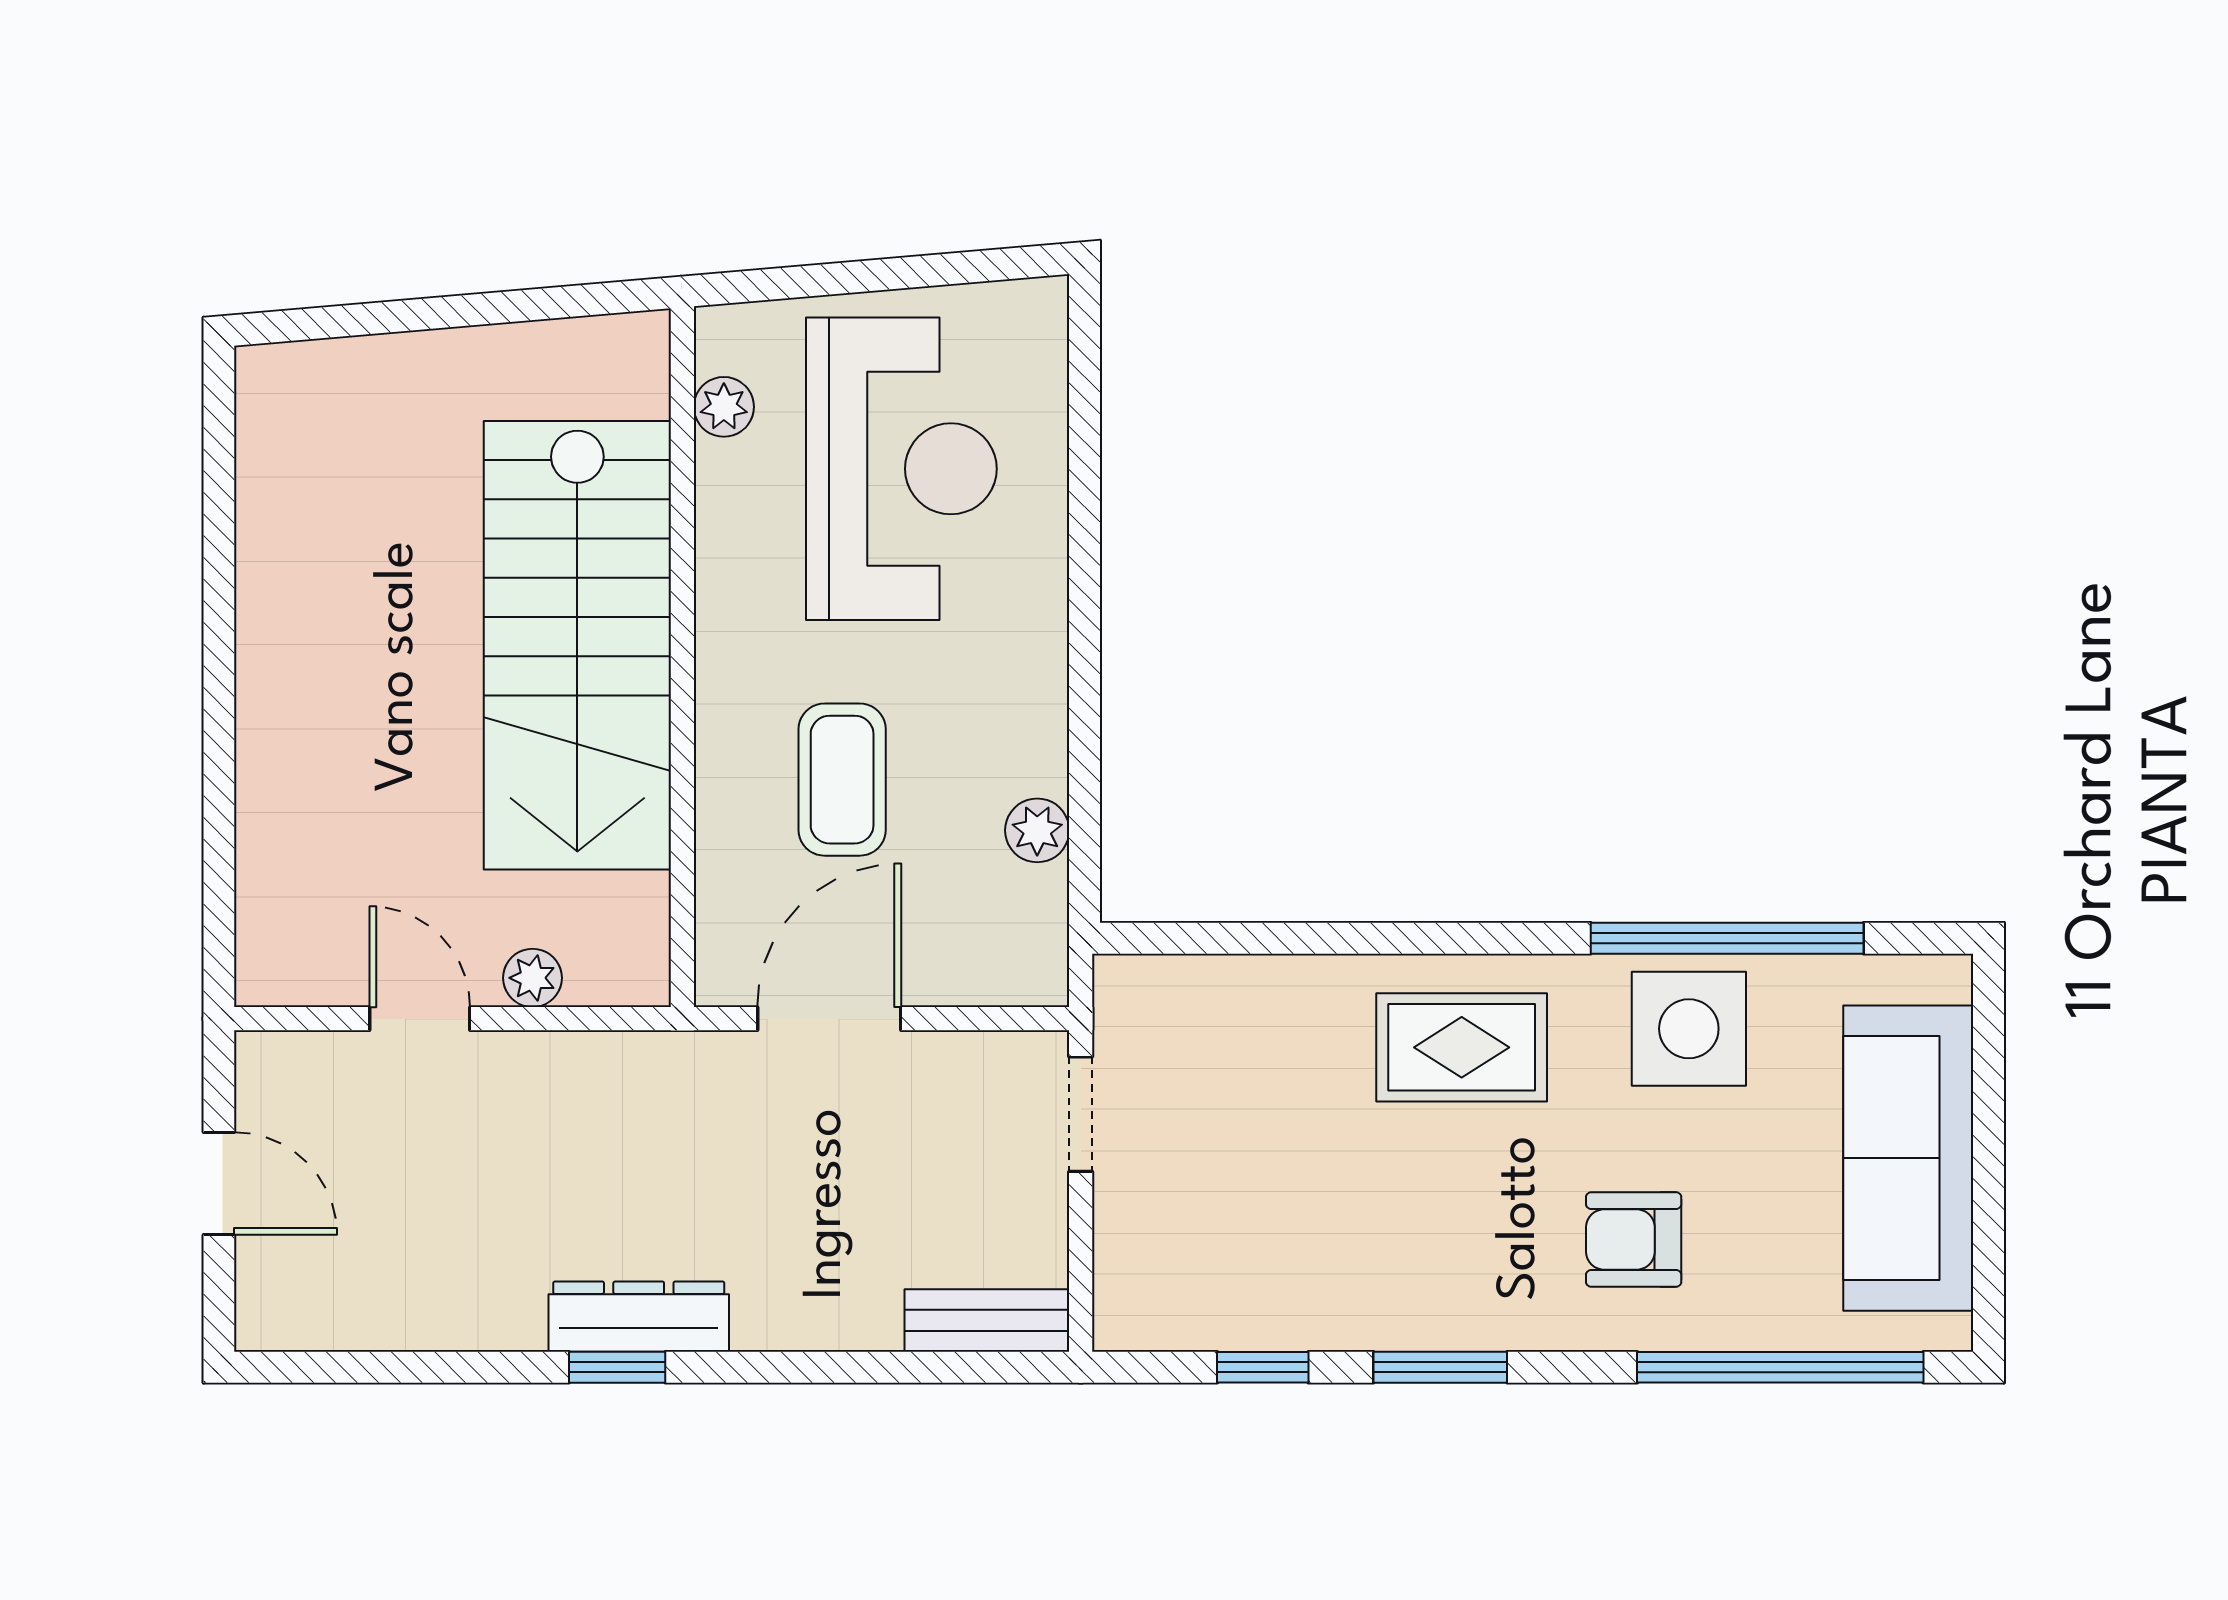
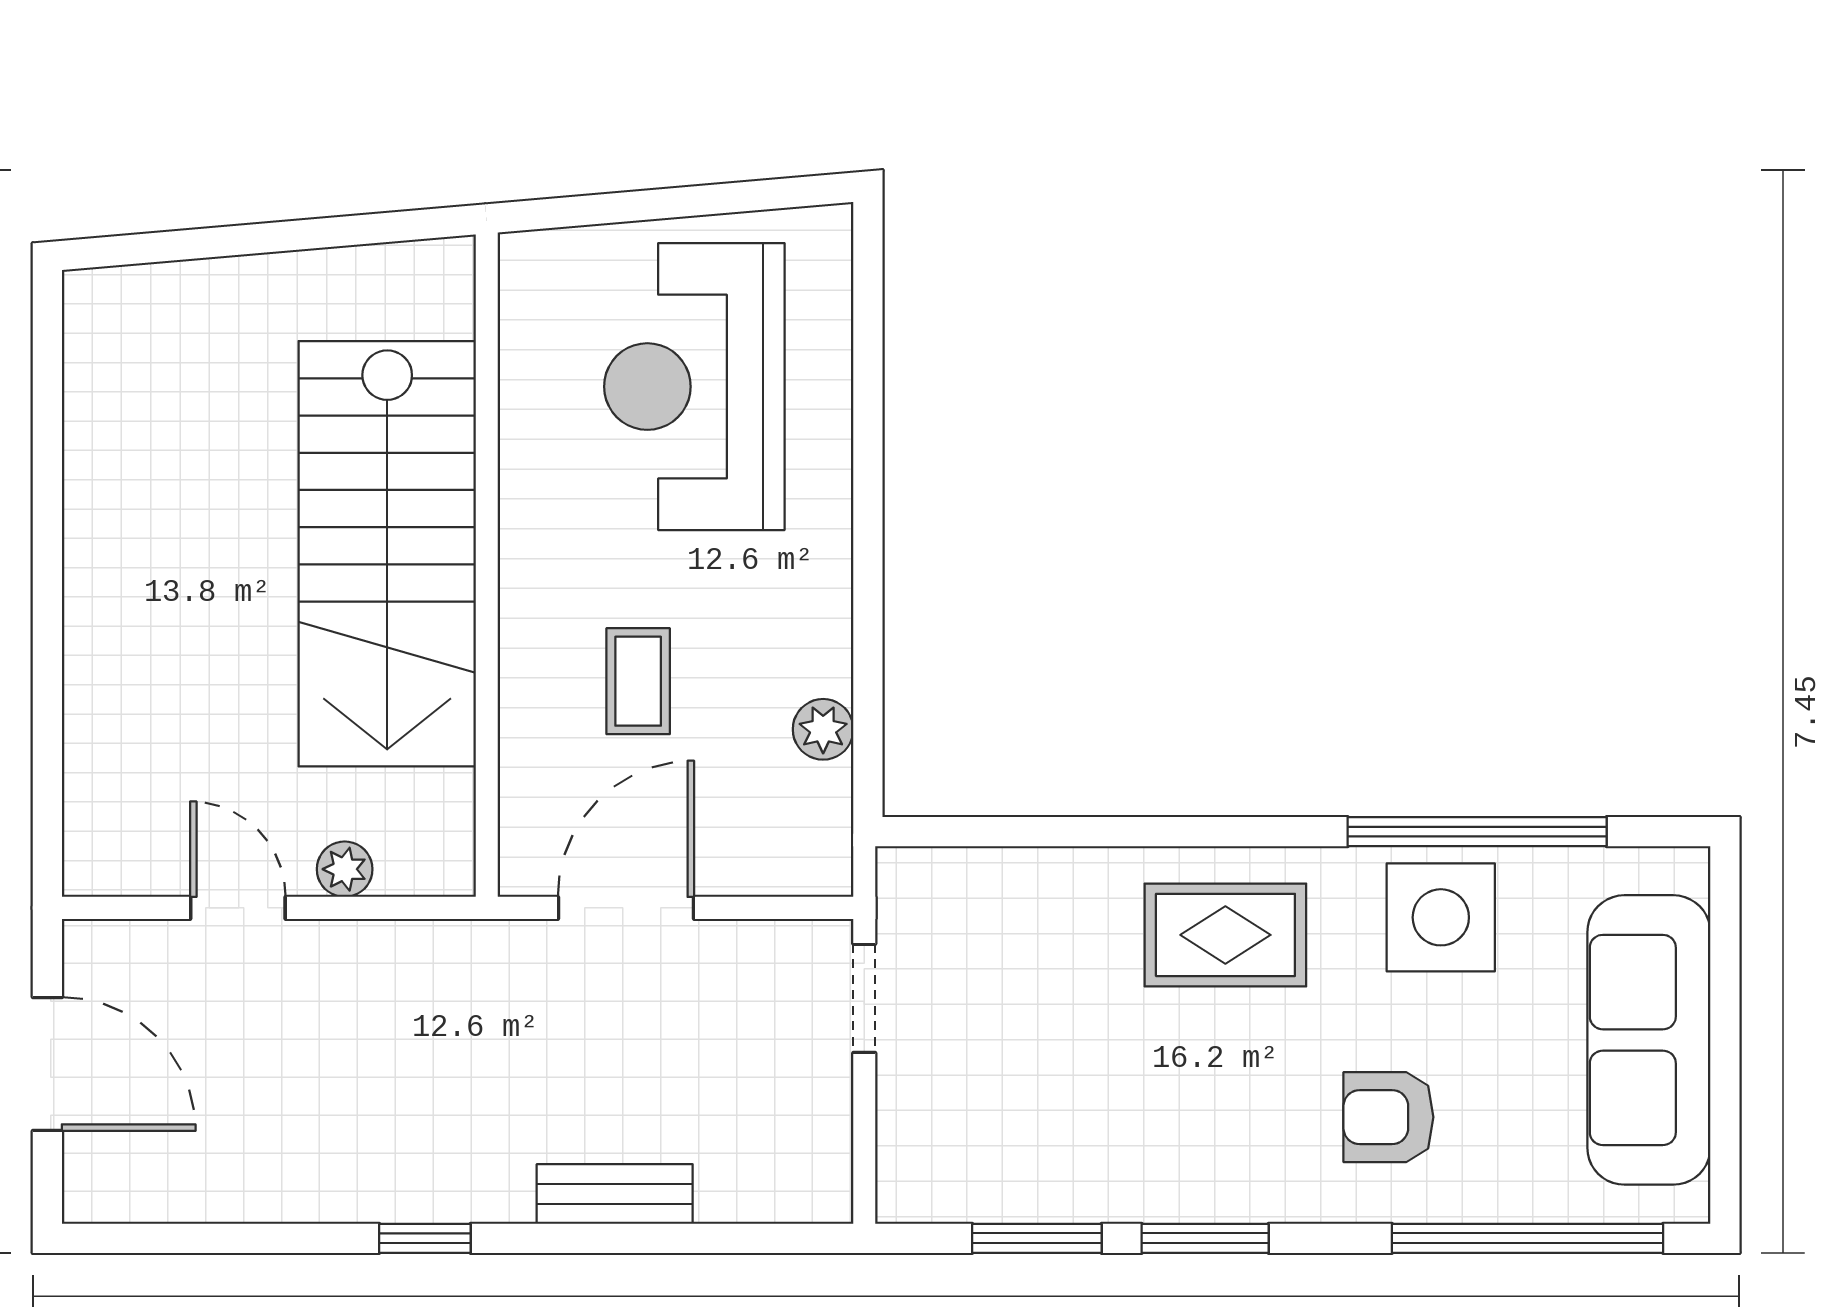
plant: (724, 407) -> (526, 328), removed
reception desk: (901, 469) -> (694, 387), turned 180
coffee table: (842, 780) -> (638, 681), width x0.73, depth x0.77
door: (219, 1183) -> (47, 1064), width x1.38
dresser: (639, 1317) -> (445, 1190), removed
bench: (987, 1321) -> (615, 1194), moved
window: (1263, 1367) -> (1037, 1238), width x1.50

